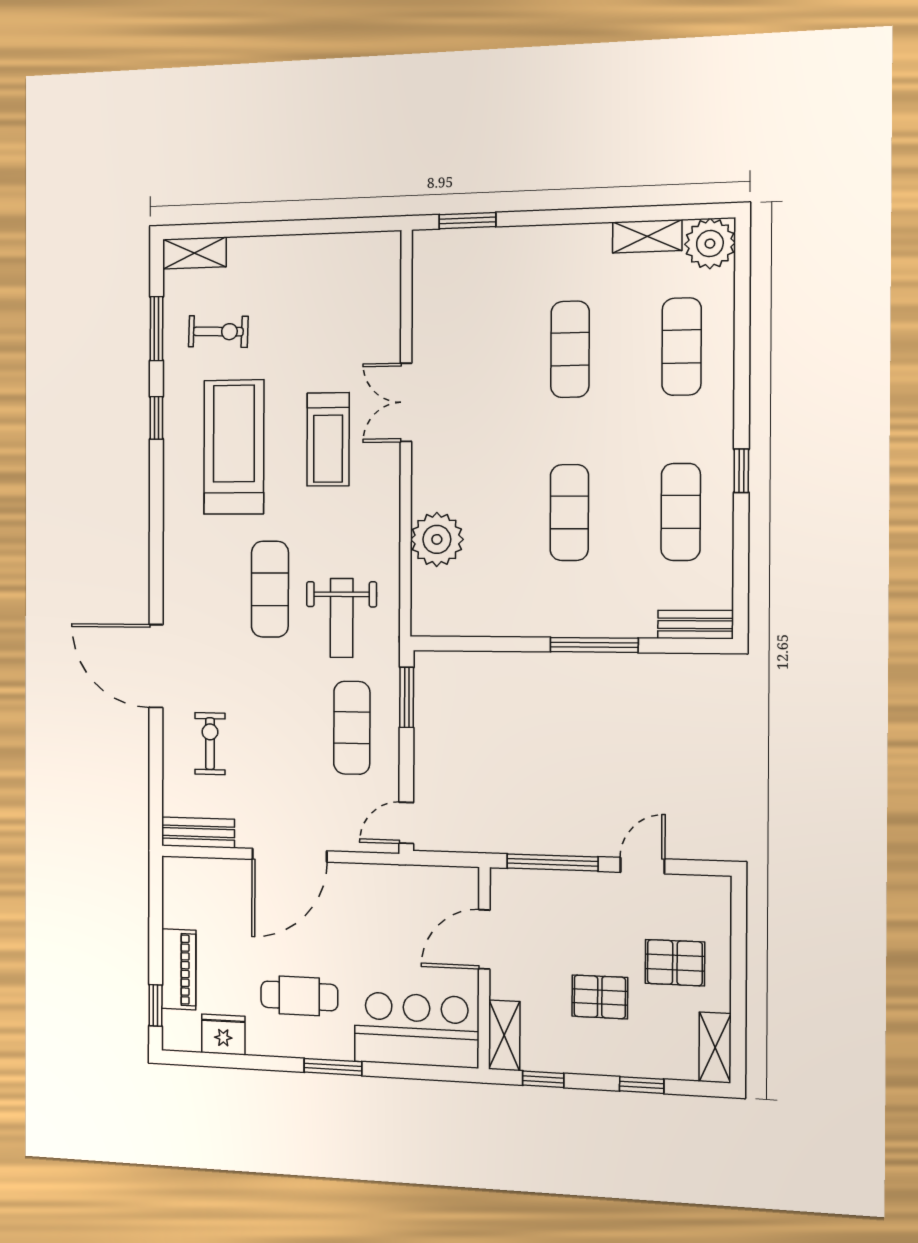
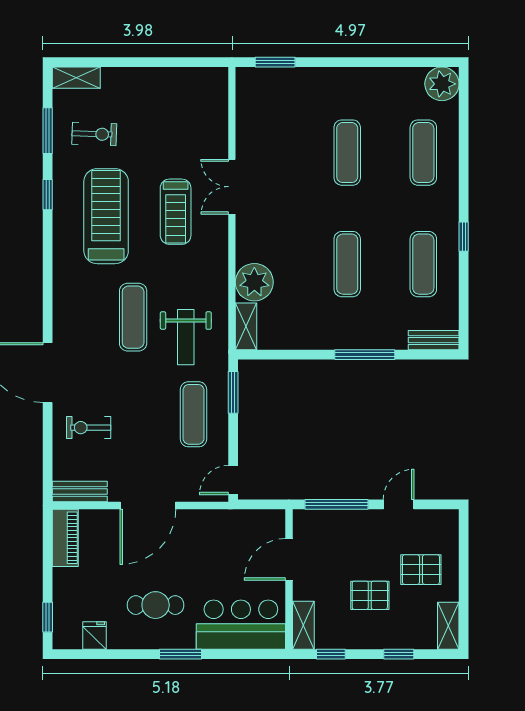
shelving: (647, 236) -> (246, 326), moved, turned 90
exercise bike: (210, 744) -> (89, 428), turned -90
piano: (179, 969) -> (65, 538), moved
fridge: (223, 1034) -> (95, 635), width x0.72

